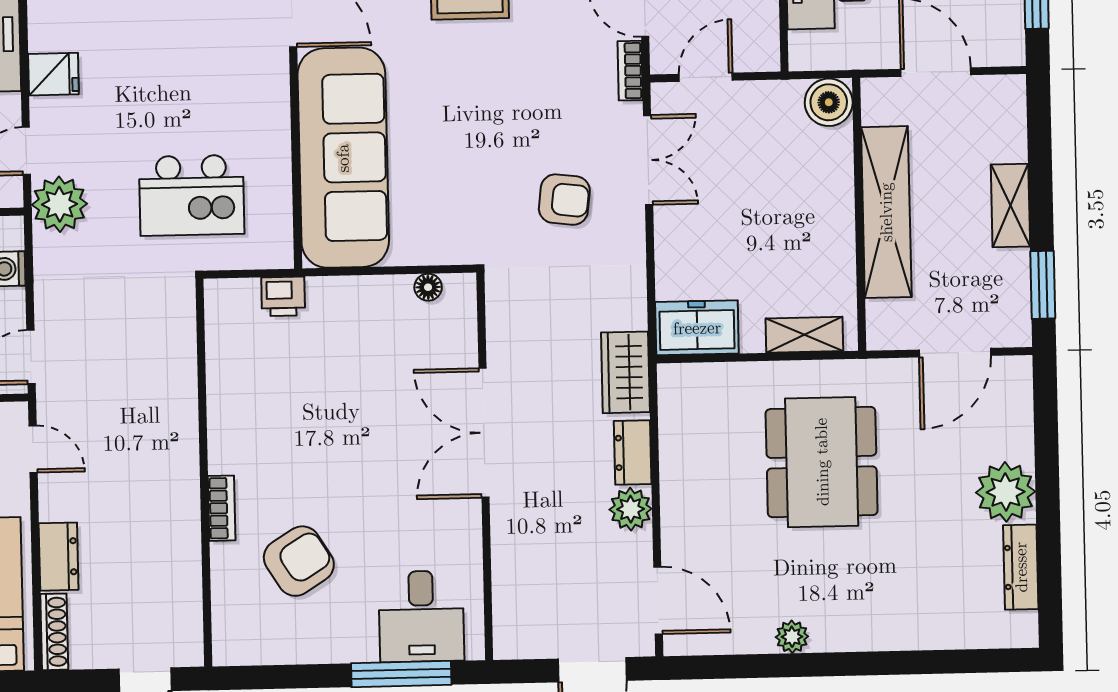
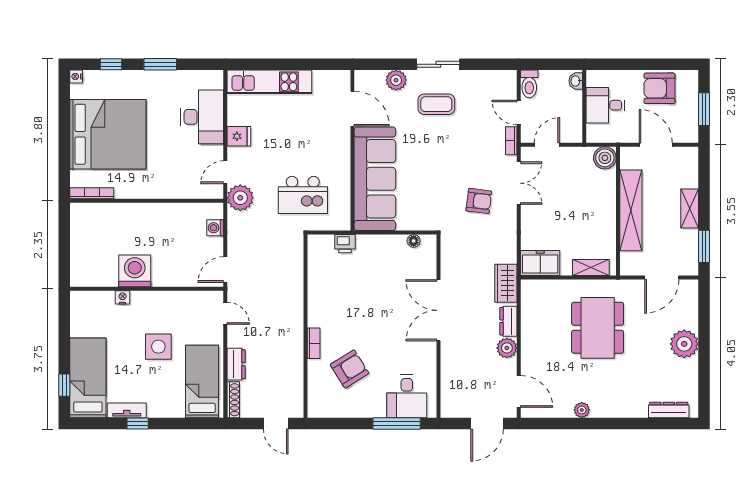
dresser: (1021, 567) -> (669, 410), moved, turned 90

